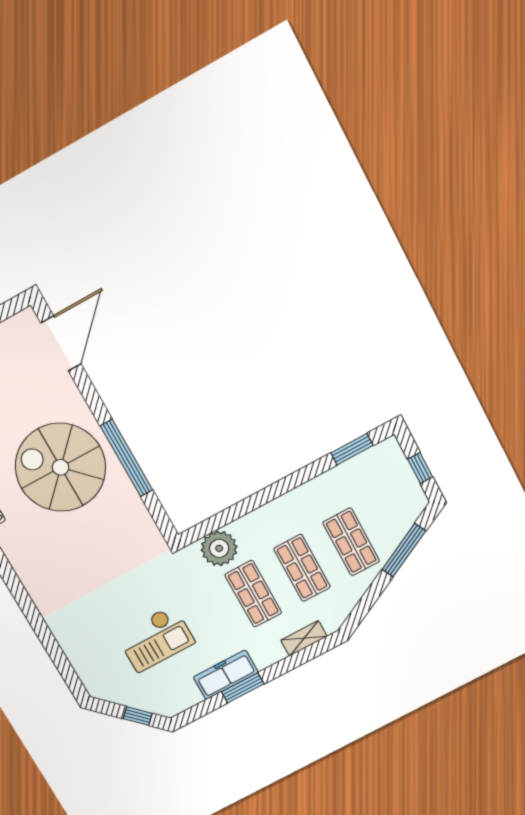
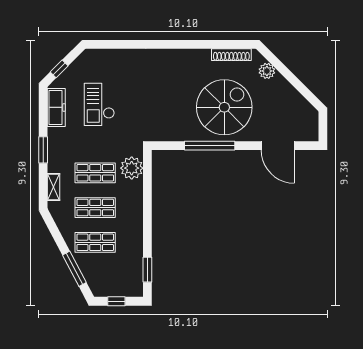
door: (61, 343) -> (278, 146), moved
freezer: (226, 675) -> (56, 107), moved
window: (243, 688) -> (43, 150), moved

